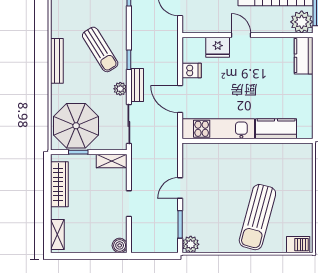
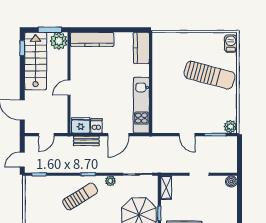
fridge: (218, 47) -> (81, 125), moved, turned -90
kitchen counter: (304, 56) -> (92, 39), width x1.50
bench: (137, 85) -> (86, 141), moved
kitchen counter: (276, 129) -> (141, 48), moved

